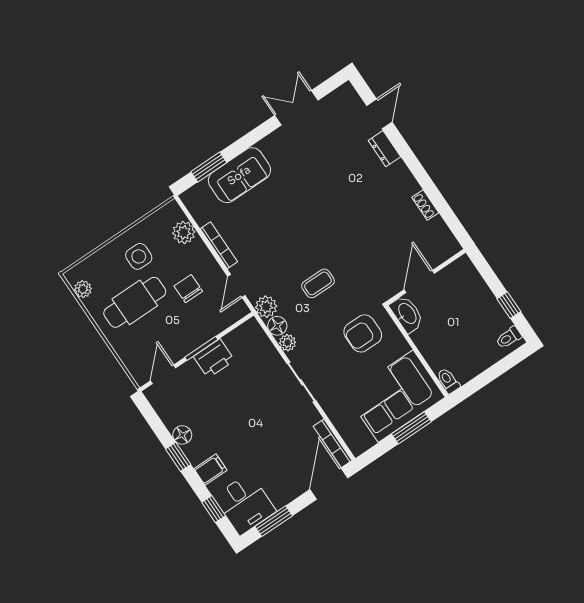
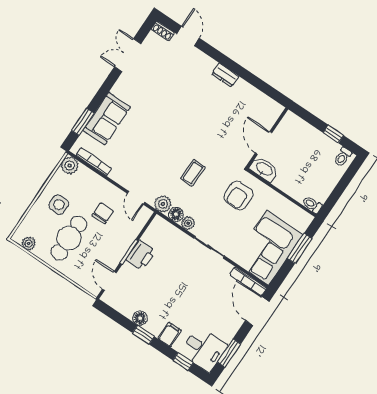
dresser: (384, 149) -> (225, 75), moved
shoe rack: (425, 205) -> (163, 31), moved
plant: (184, 232) -> (70, 165), moved
bookcase: (219, 245) -> (94, 162), moved
chair: (188, 289) -> (103, 213), turned 90
corner sofa: (396, 396) -> (268, 248), moved

